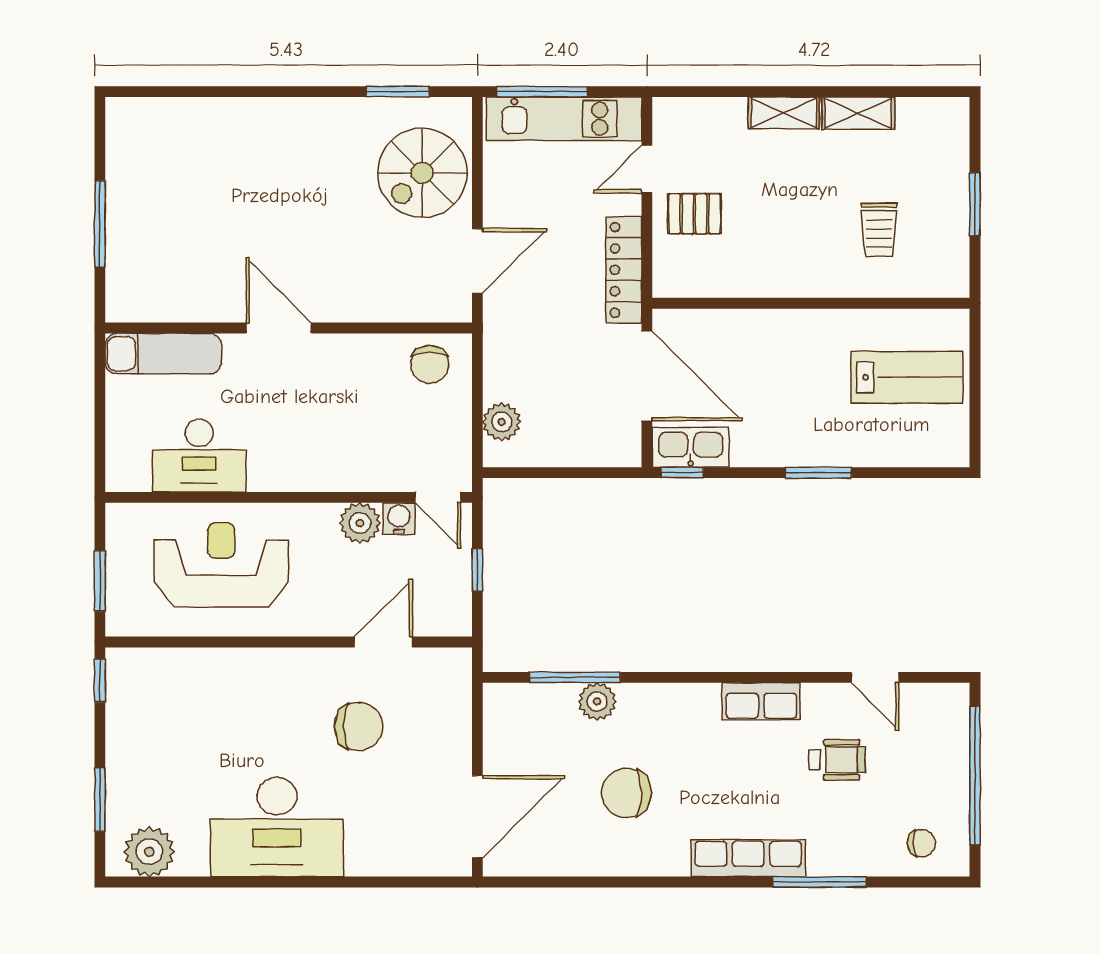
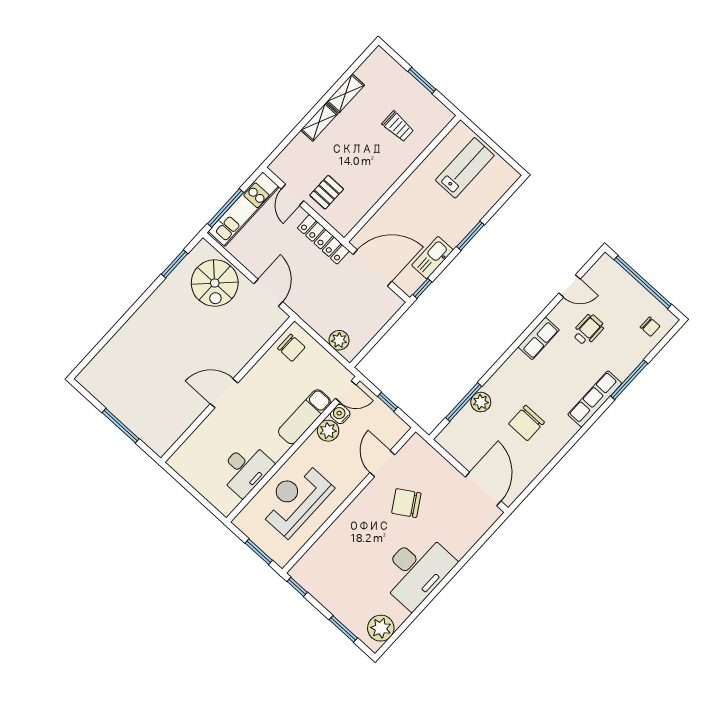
exam couch: (163, 354) -> (304, 417), moved, turned 180
kitchen sink: (691, 447) -> (432, 258), moved
chair: (359, 726) -> (406, 503), turned -122
chair: (921, 843) -> (650, 327), turned 92

